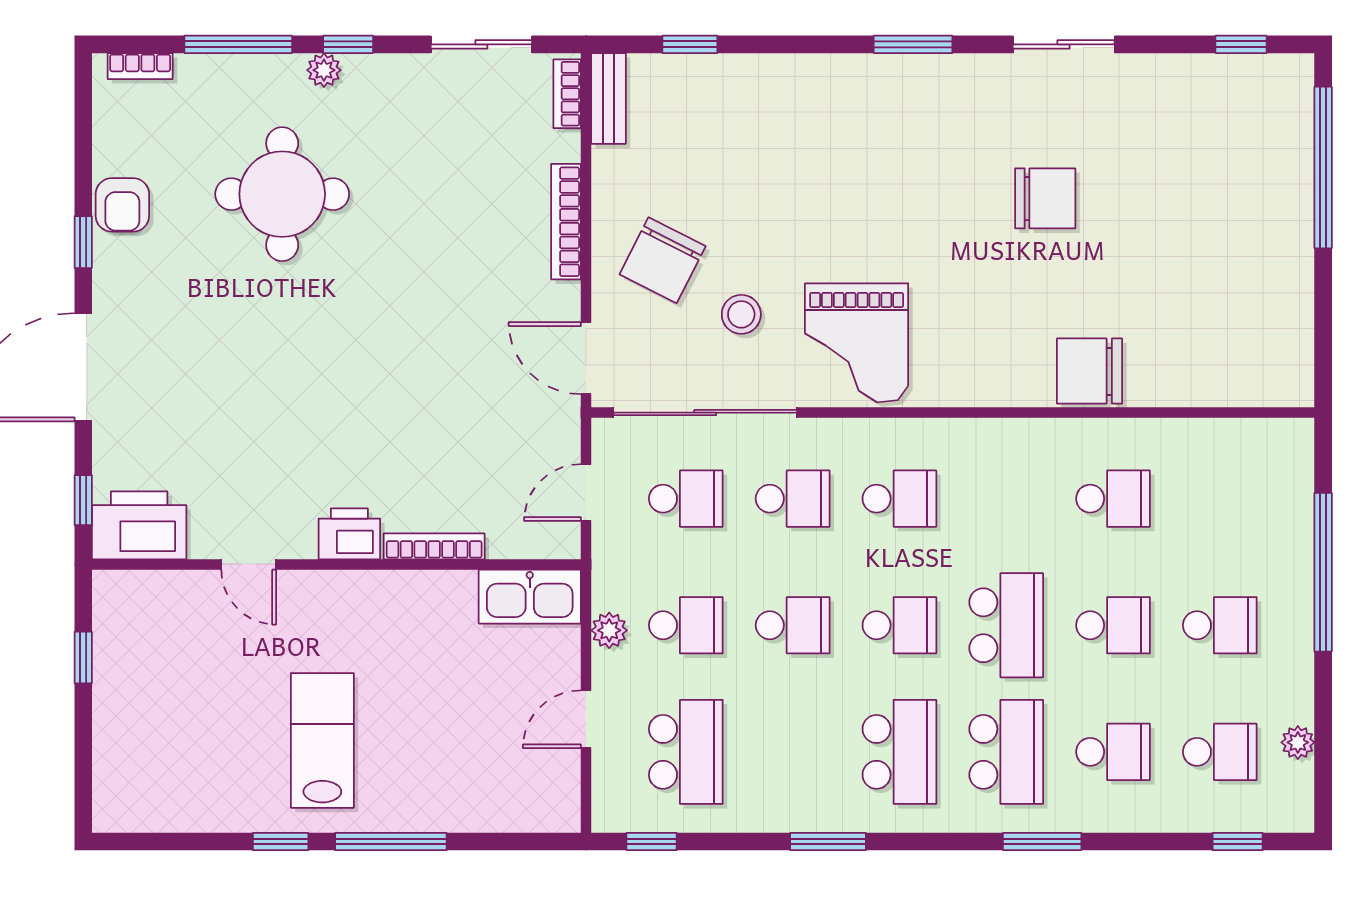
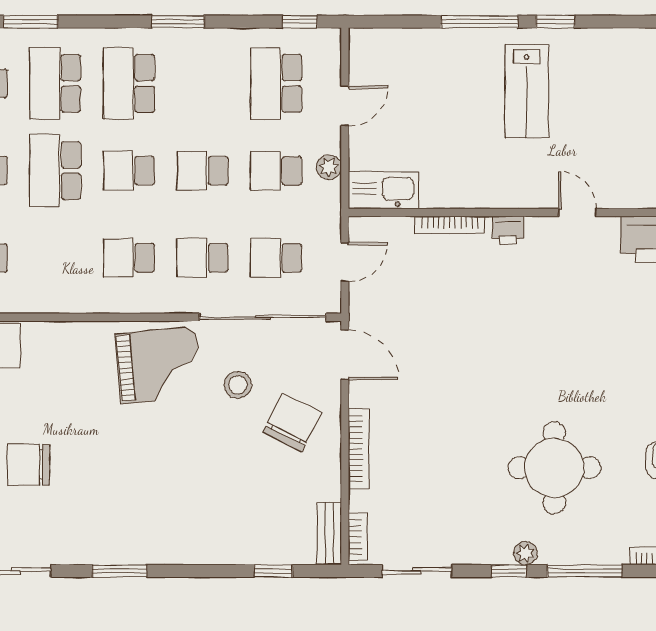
grand piano: (857, 343) -> (158, 365), turned 85
printer: (349, 534) -> (508, 230), width x0.73, depth x0.81

